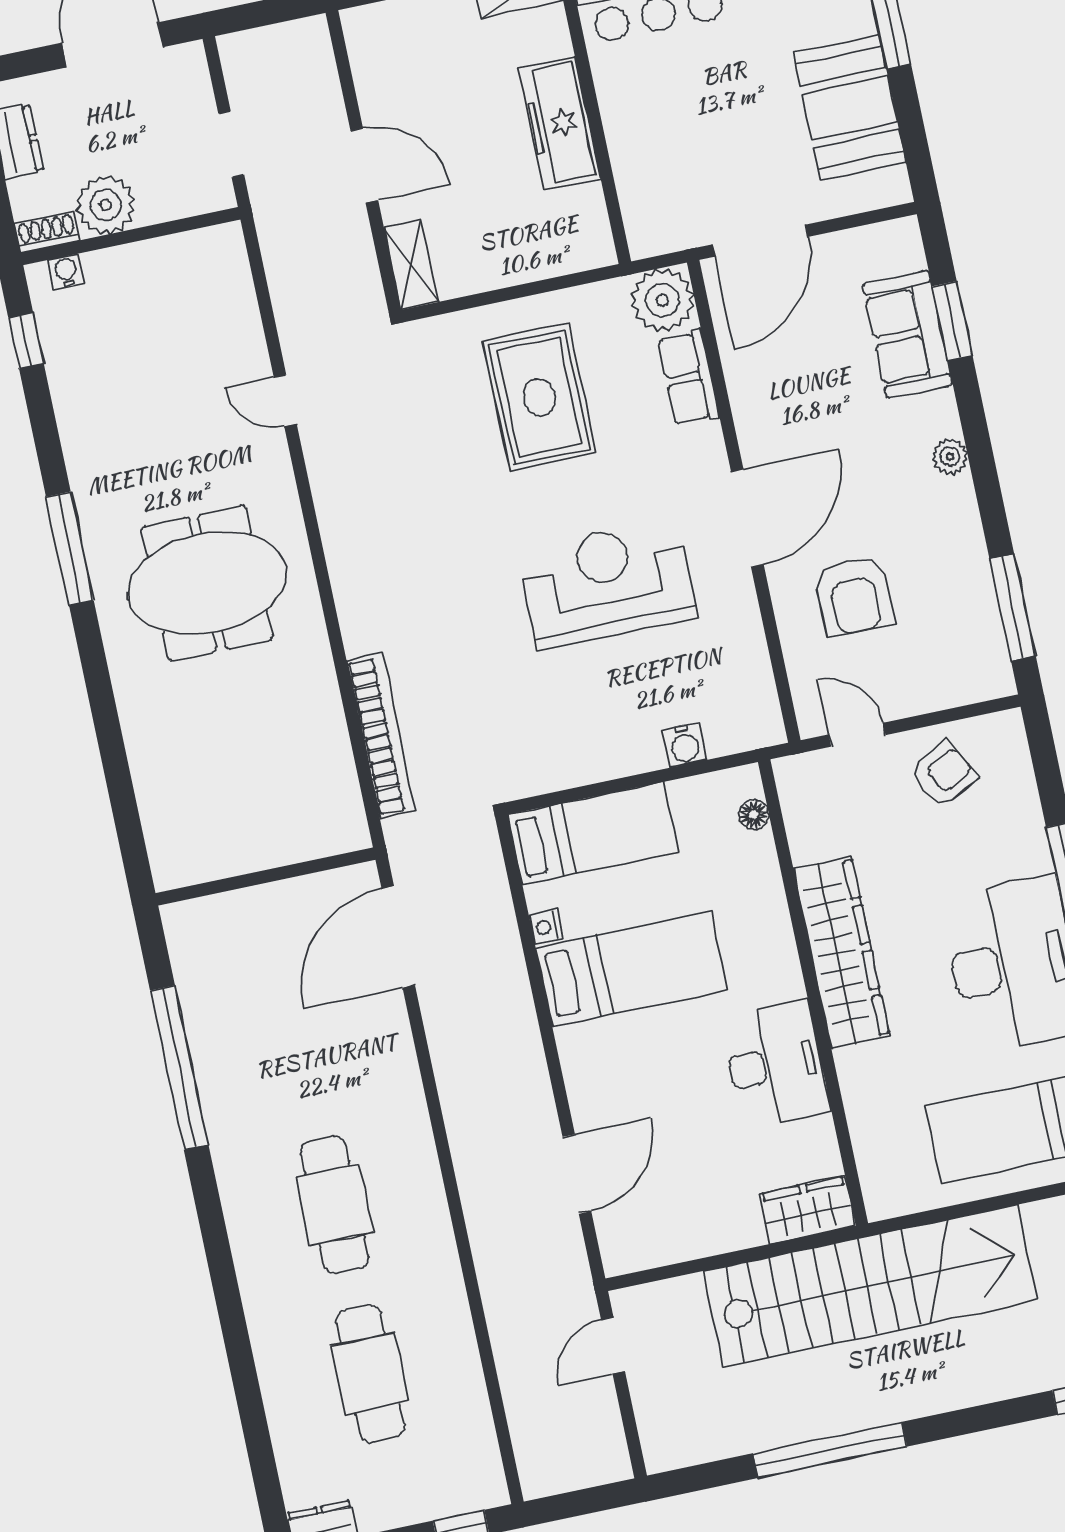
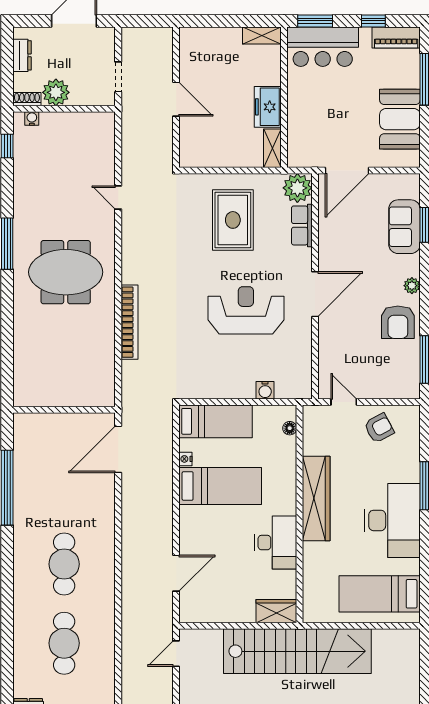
freezer: (559, 123) -> (268, 107), width x0.71
shelving: (411, 265) -> (272, 148), moved
armchair: (854, 596) -> (398, 322), moved
bookcase: (381, 736) -> (129, 322), moved

